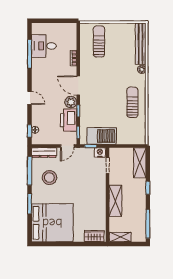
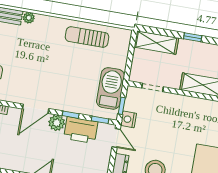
sun lounger: (132, 102) -> (87, 37), moved
nightstand: (100, 153) -> (129, 119), moved

